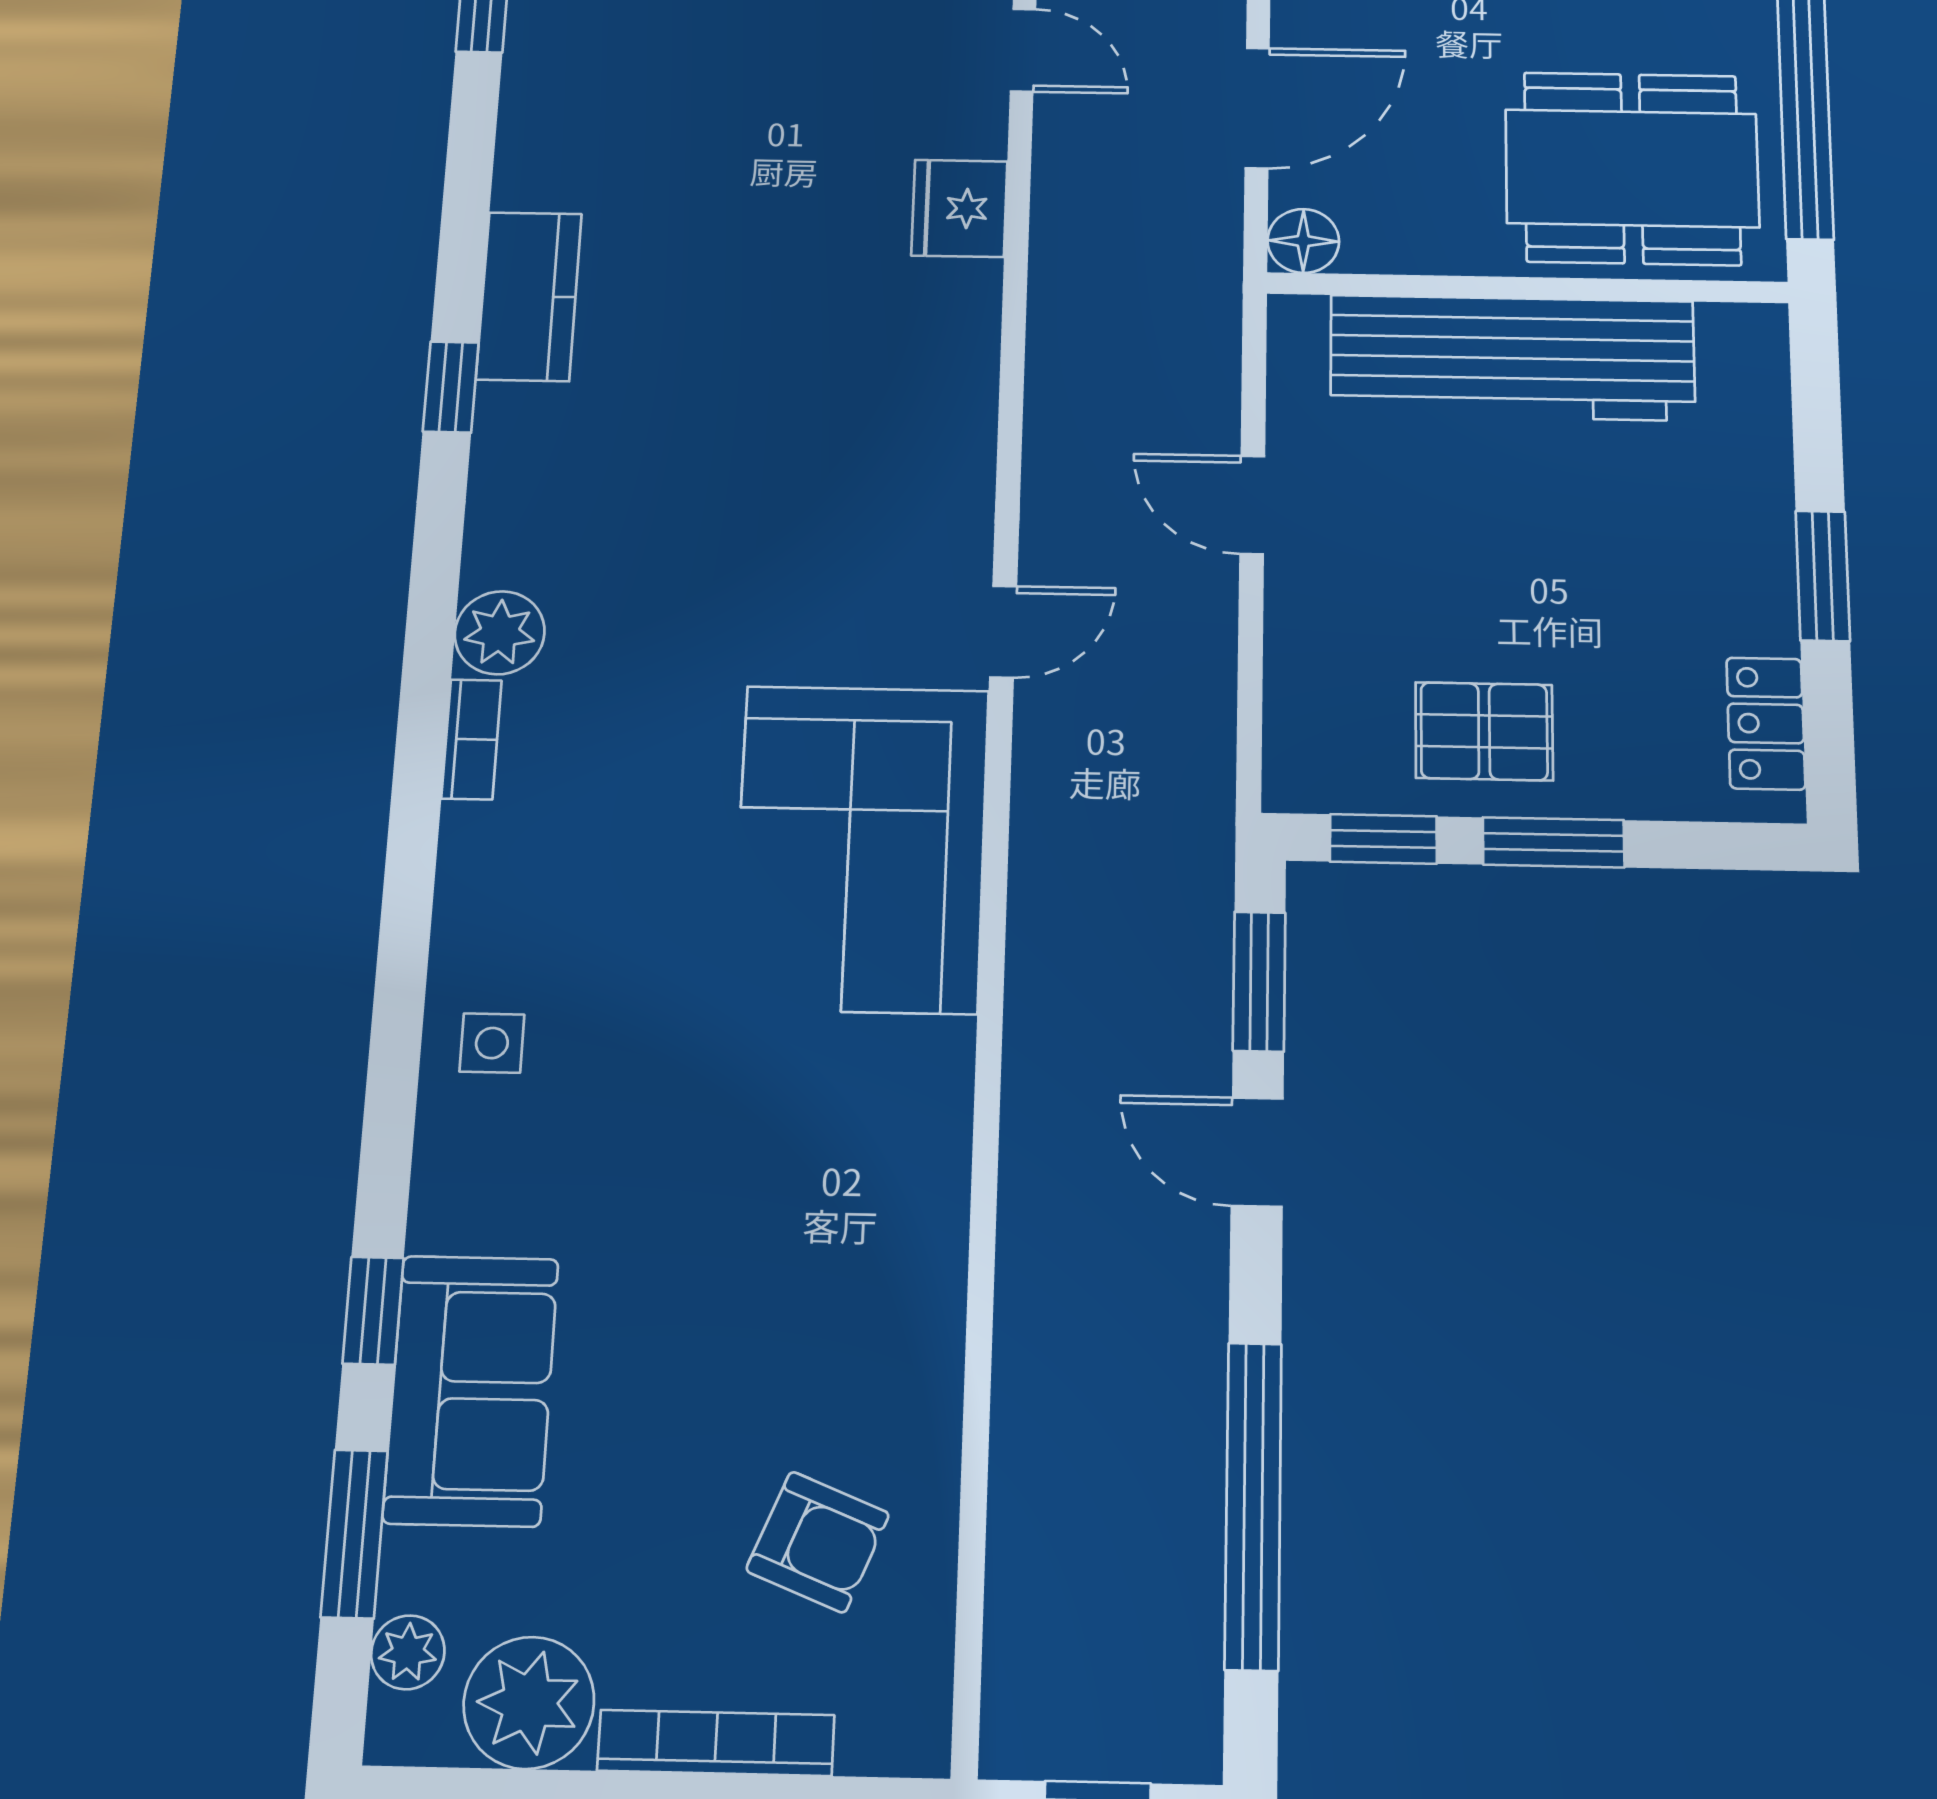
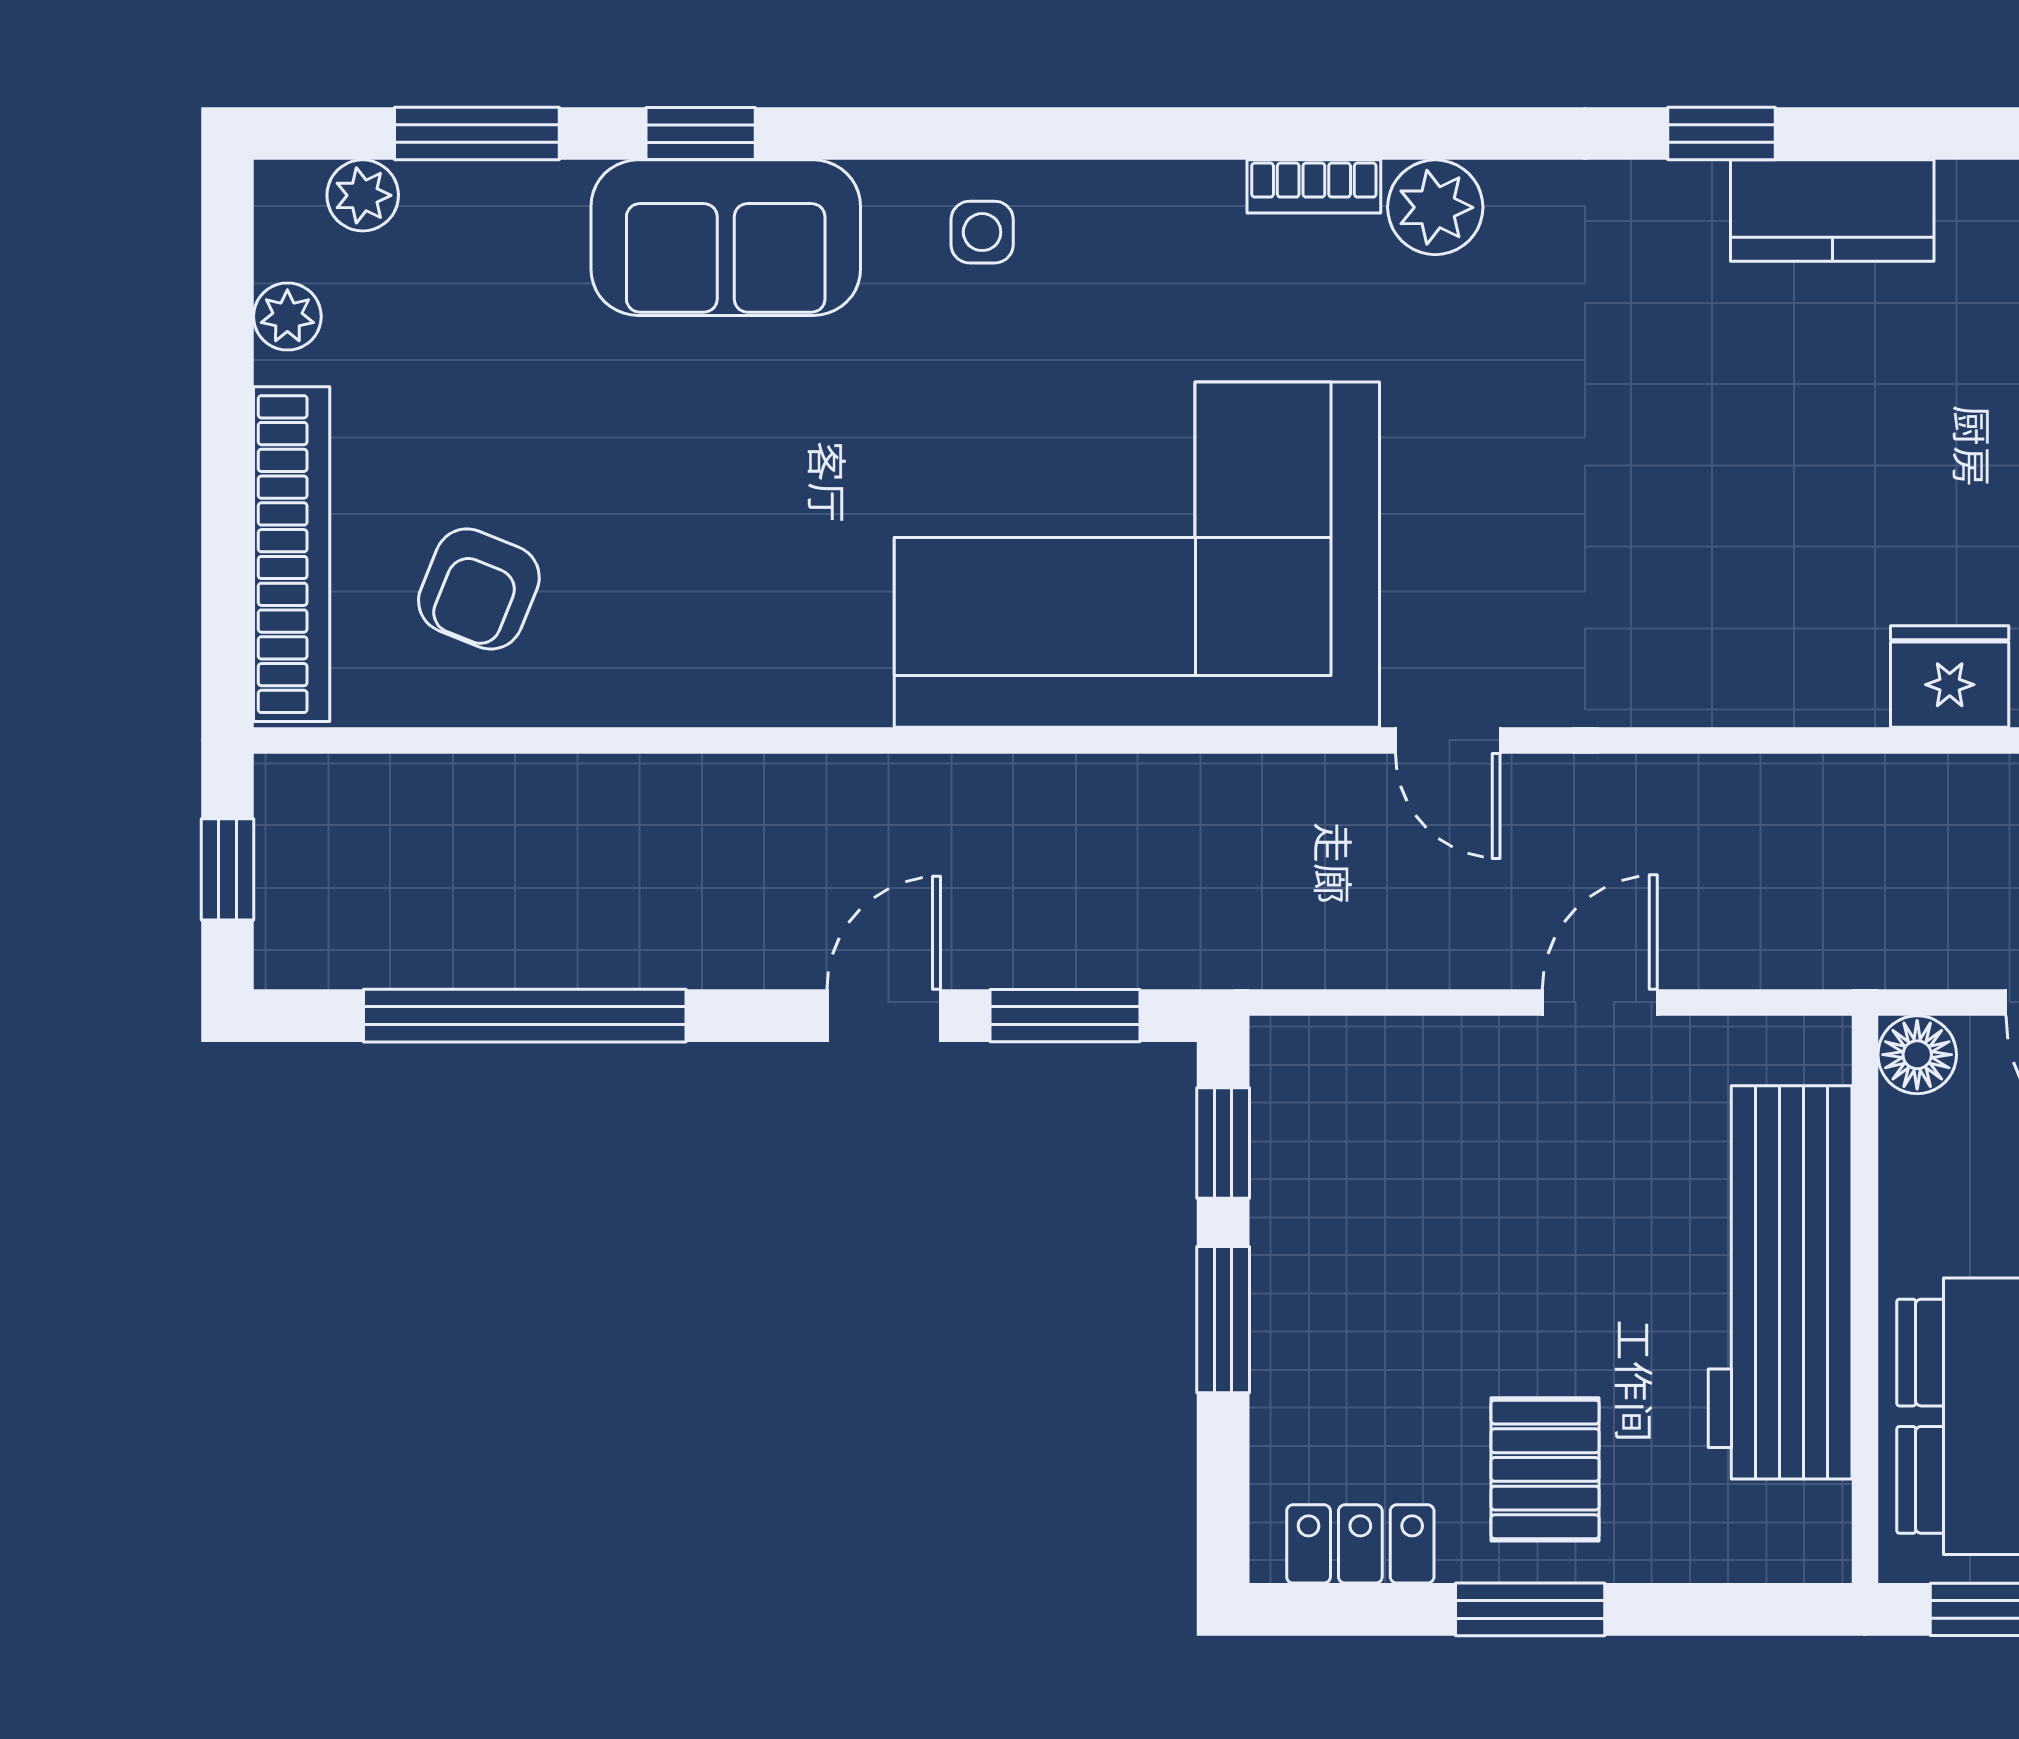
pallet: (1484, 731) -> (1545, 1469), moved
corner sofa: (861, 848) -> (1137, 555), width x1.36, depth x1.36
sofa: (471, 1390) -> (726, 238), moved
plant: (529, 1703) -> (287, 317), width x0.53, depth x0.53
bookcase: (716, 1743) -> (292, 554), width x1.48, depth x1.31

